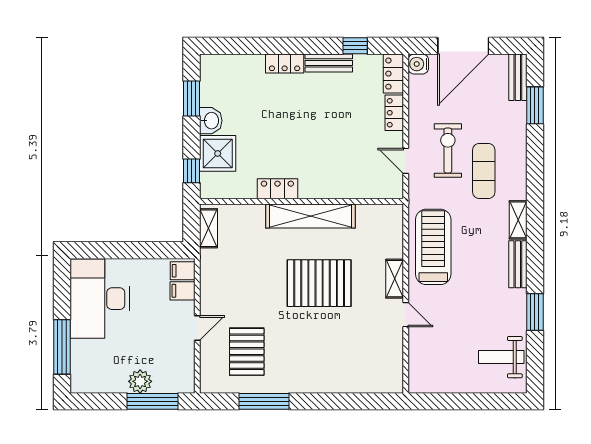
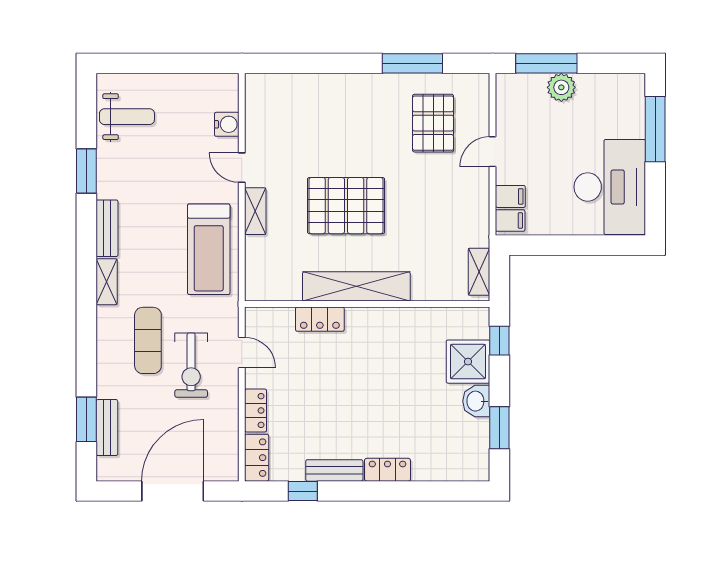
water cooler: (418, 64) -> (227, 124), moved
bench: (518, 77) -> (107, 428), moved
locker: (277, 189) -> (320, 319), moved

